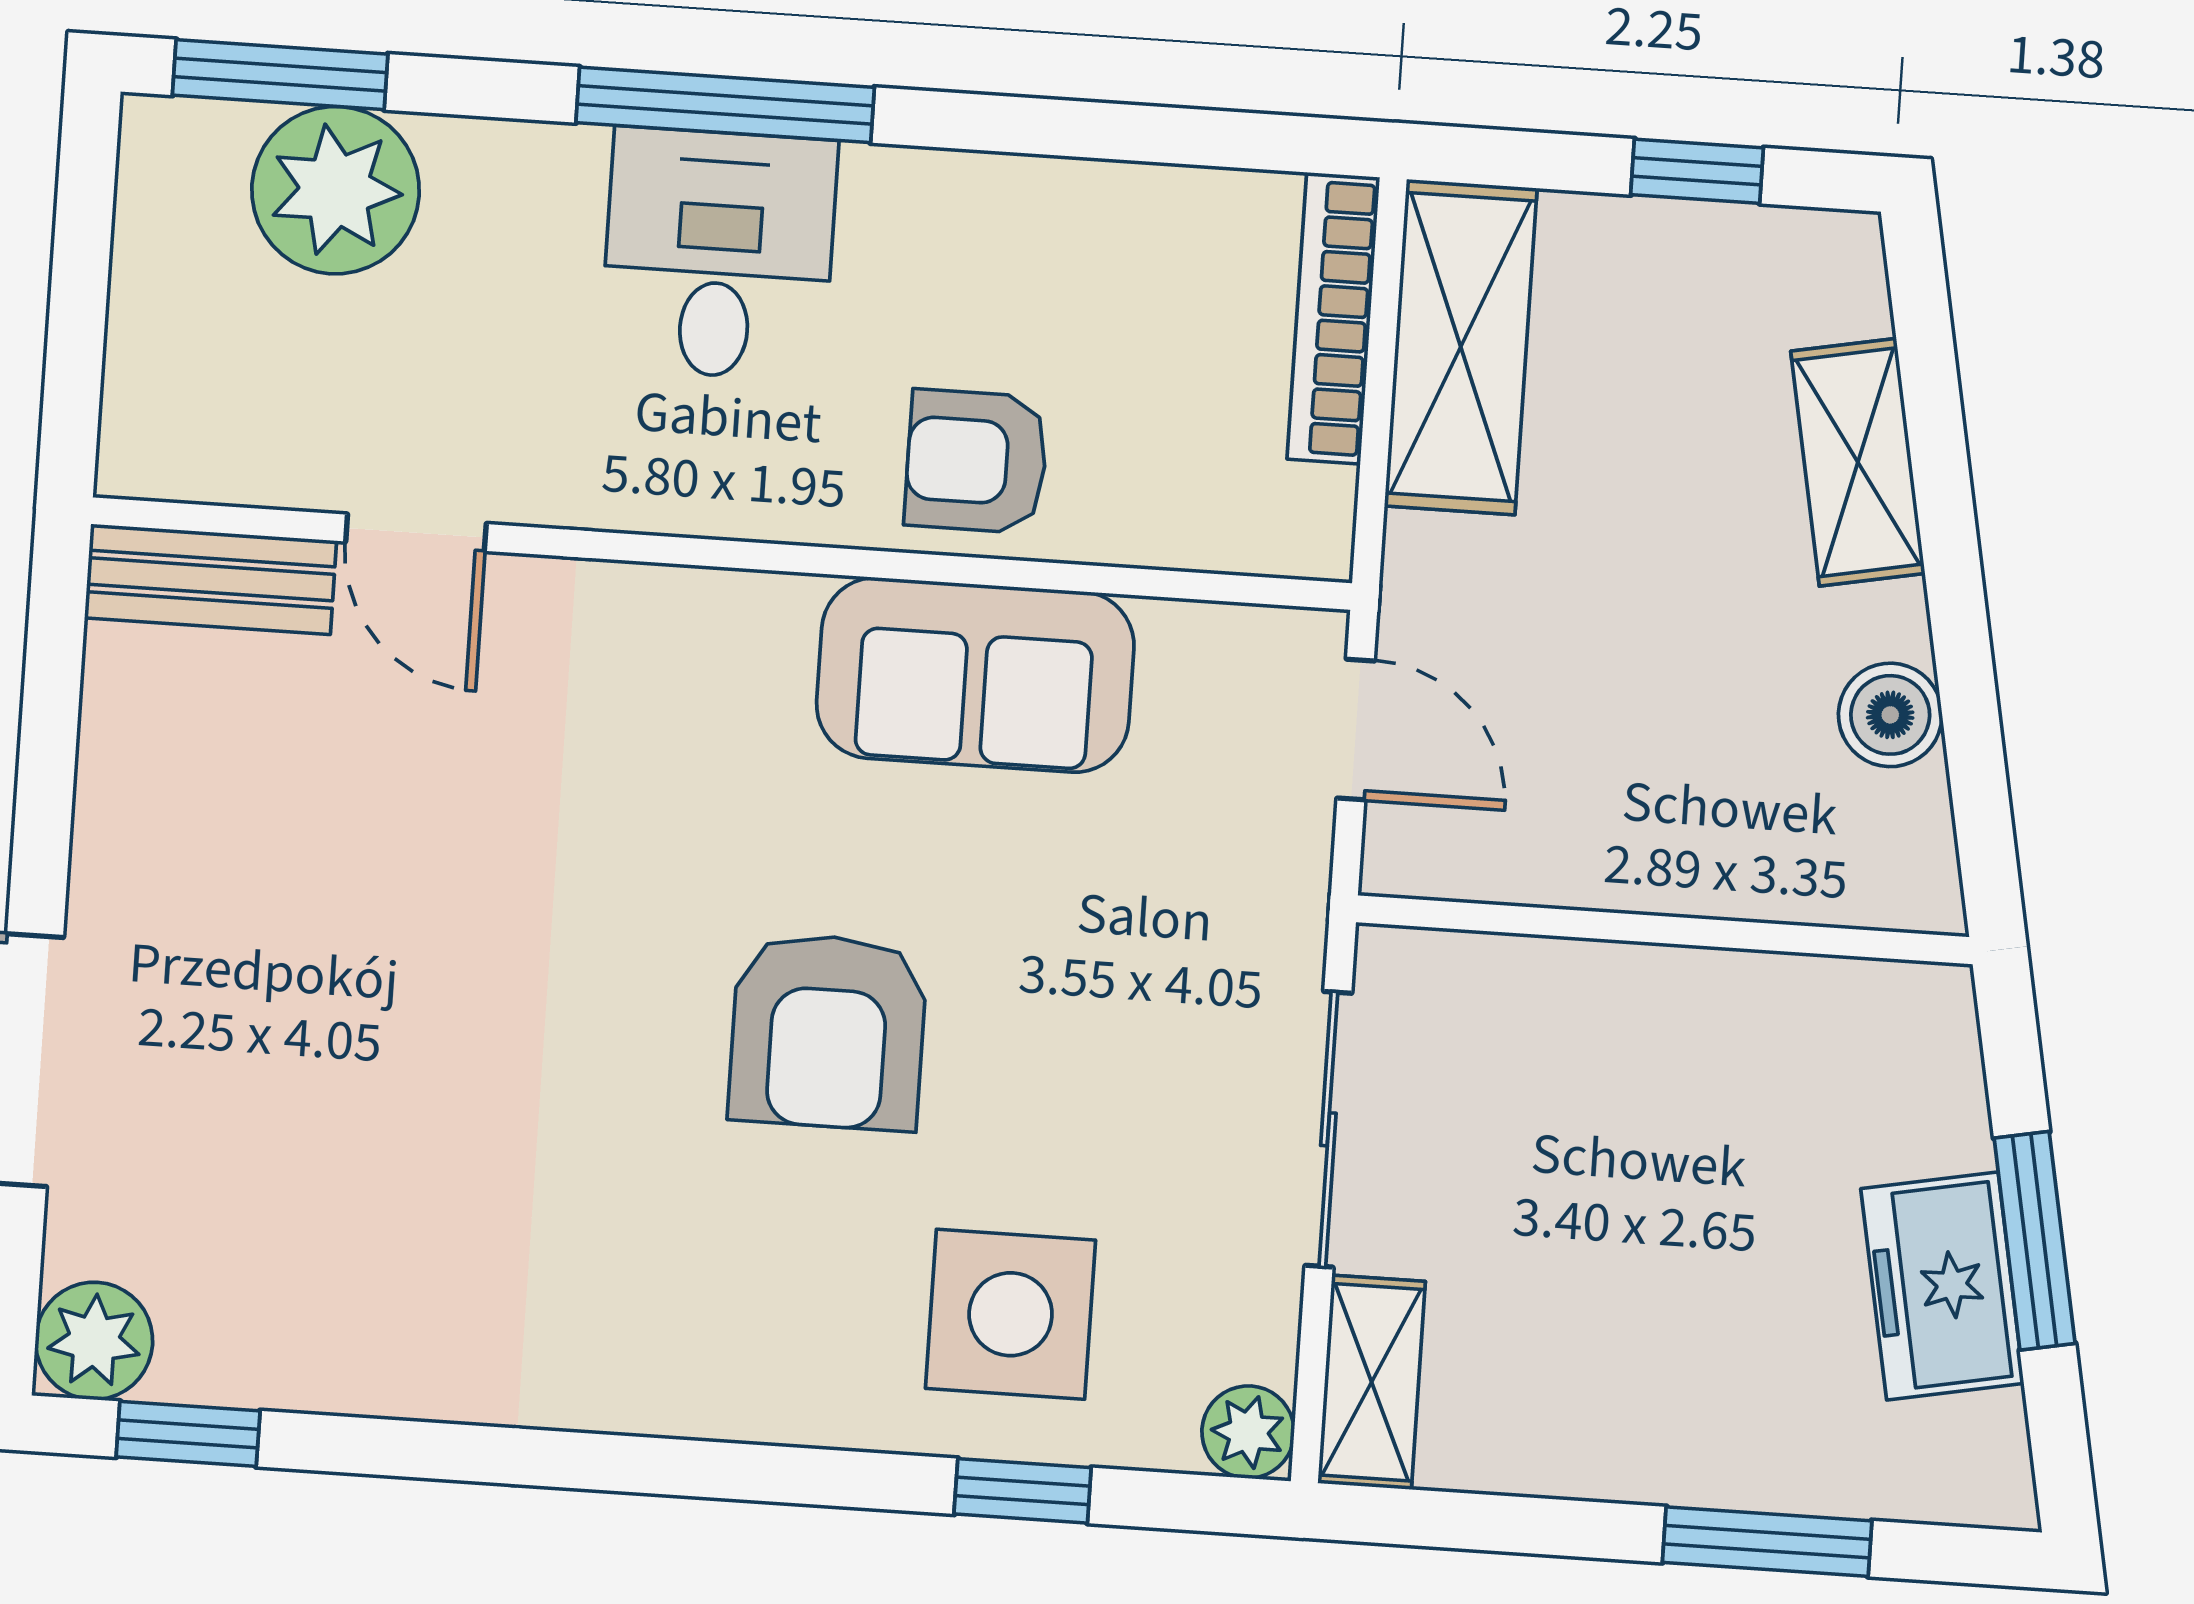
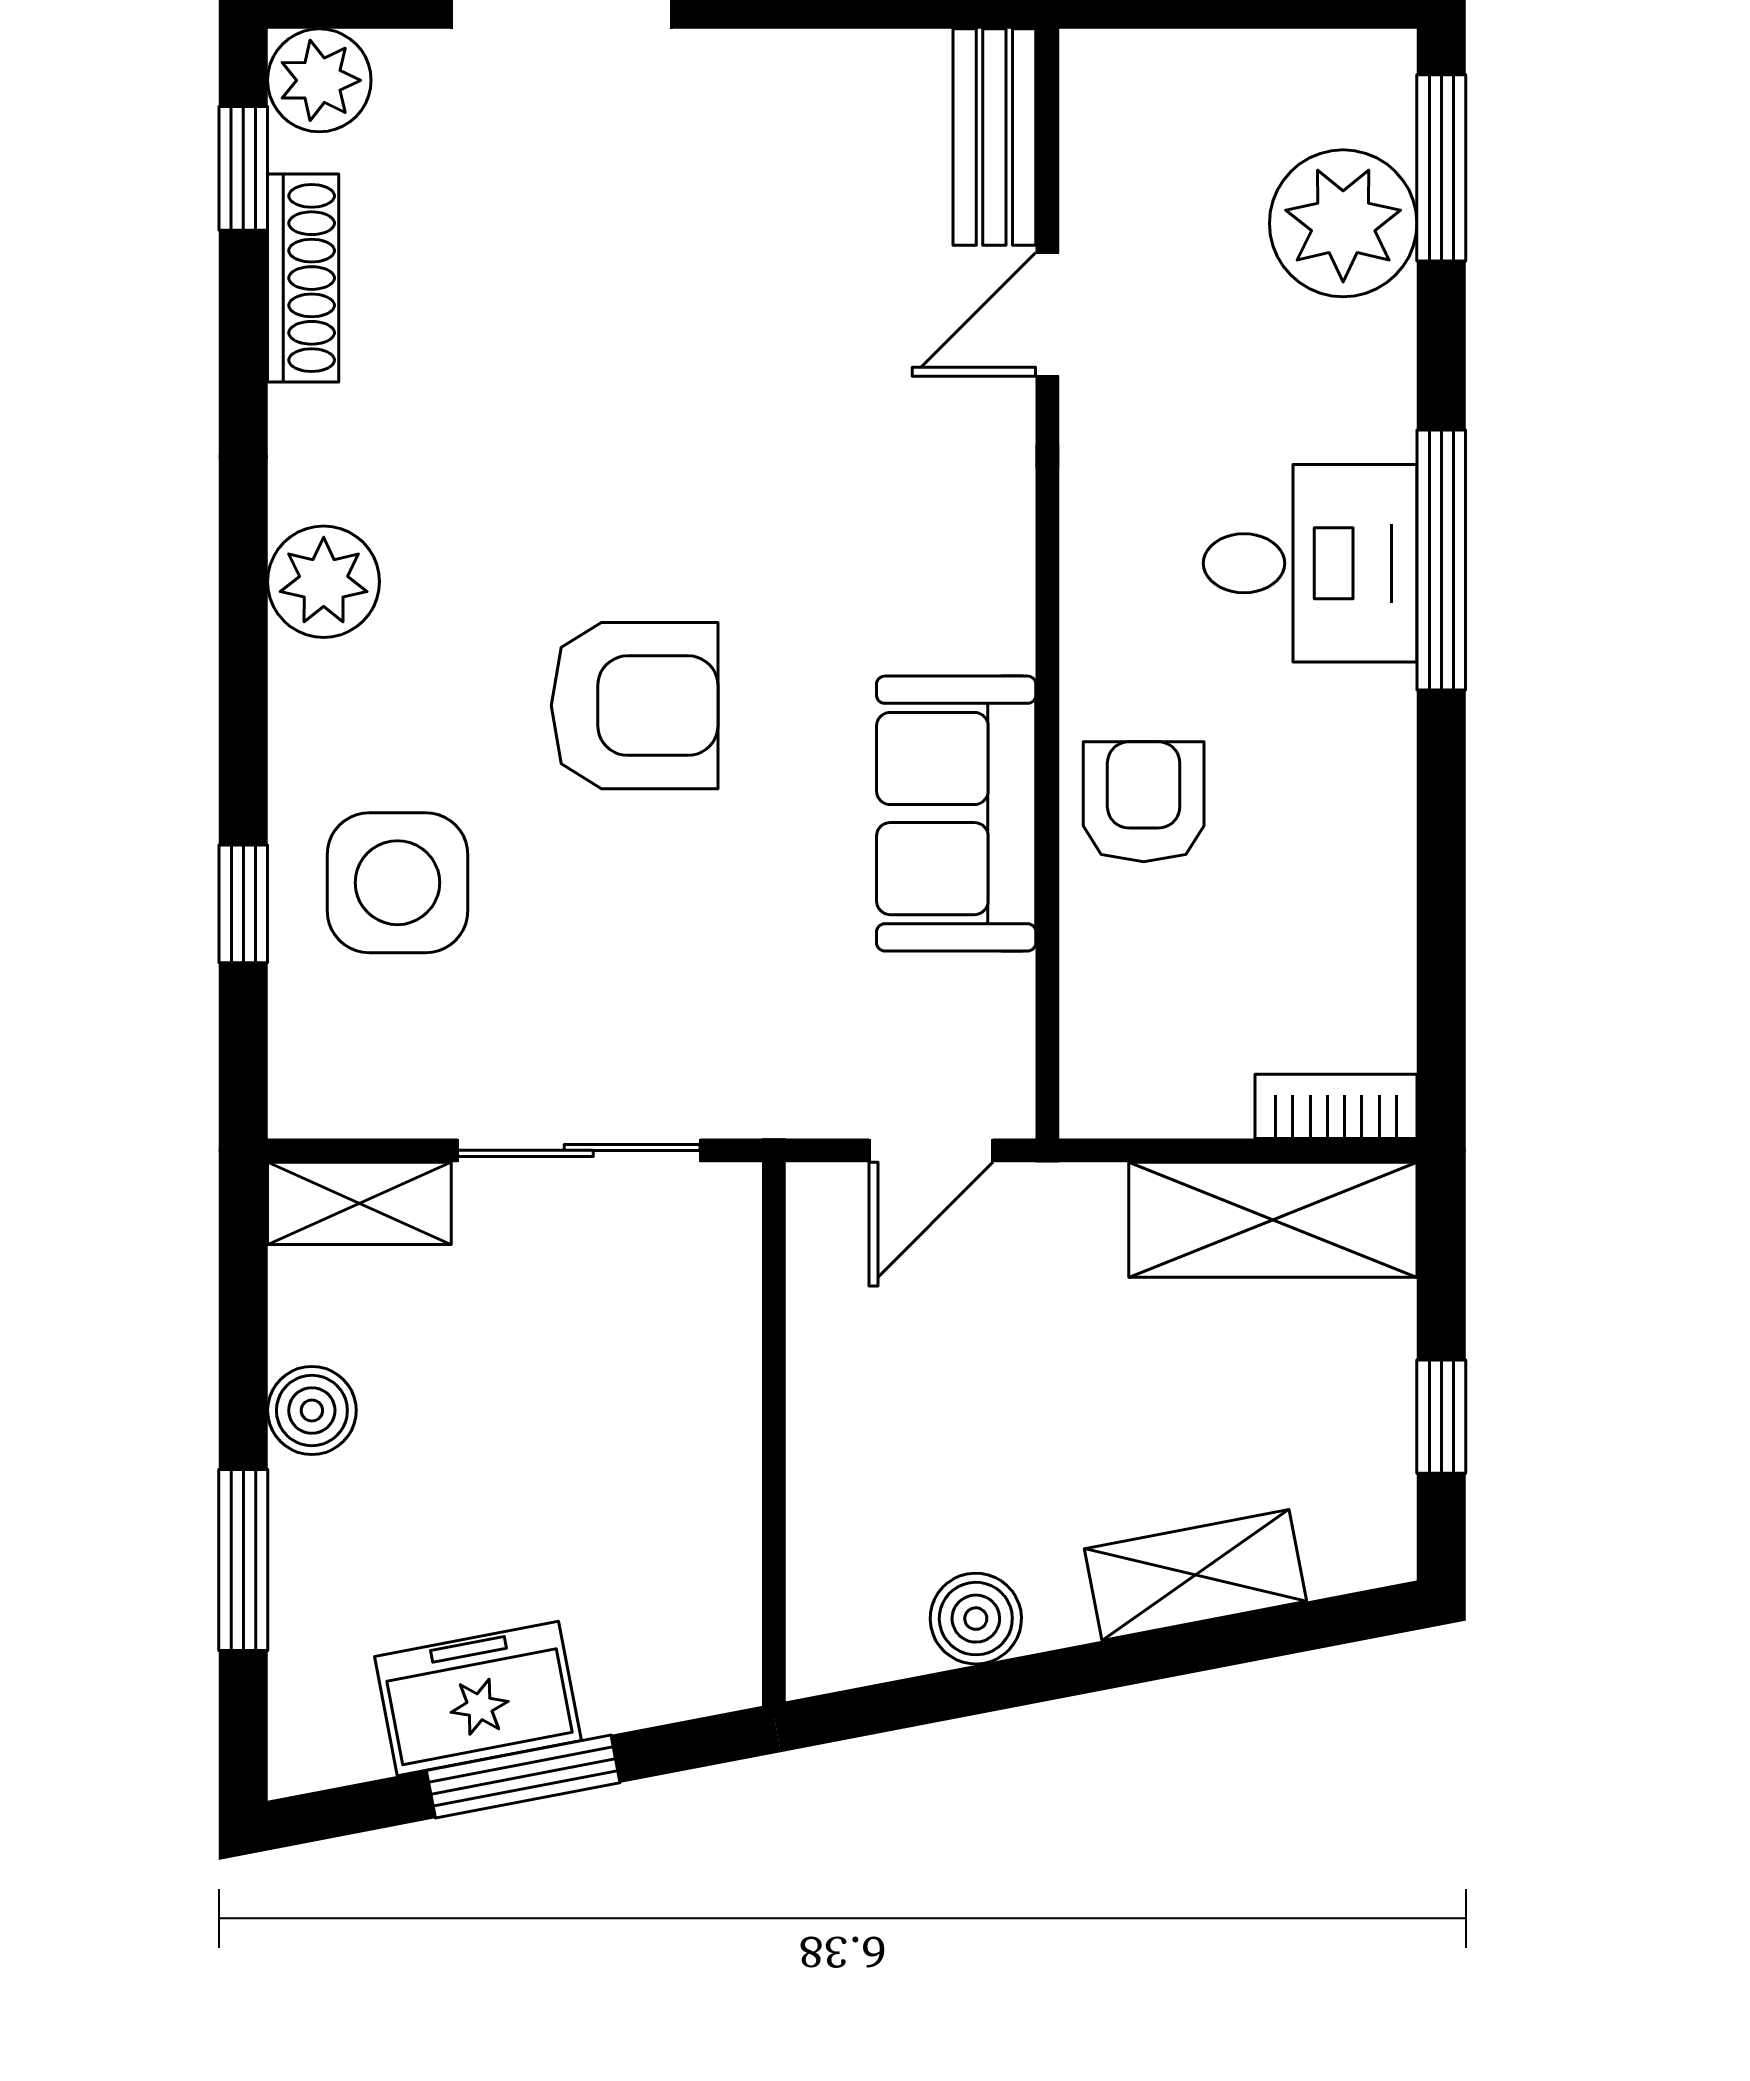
bookcase: (1333, 318) -> (1336, 1106), width x0.64
armchair: (828, 1032) -> (635, 706), turned 180
shoe rack: (317, 1375) -> (303, 278), added
plant: (1248, 1432) -> (324, 582), moved, width x1.38, depth x1.38
boiler: (1603, 1452) -> (312, 1410), added

